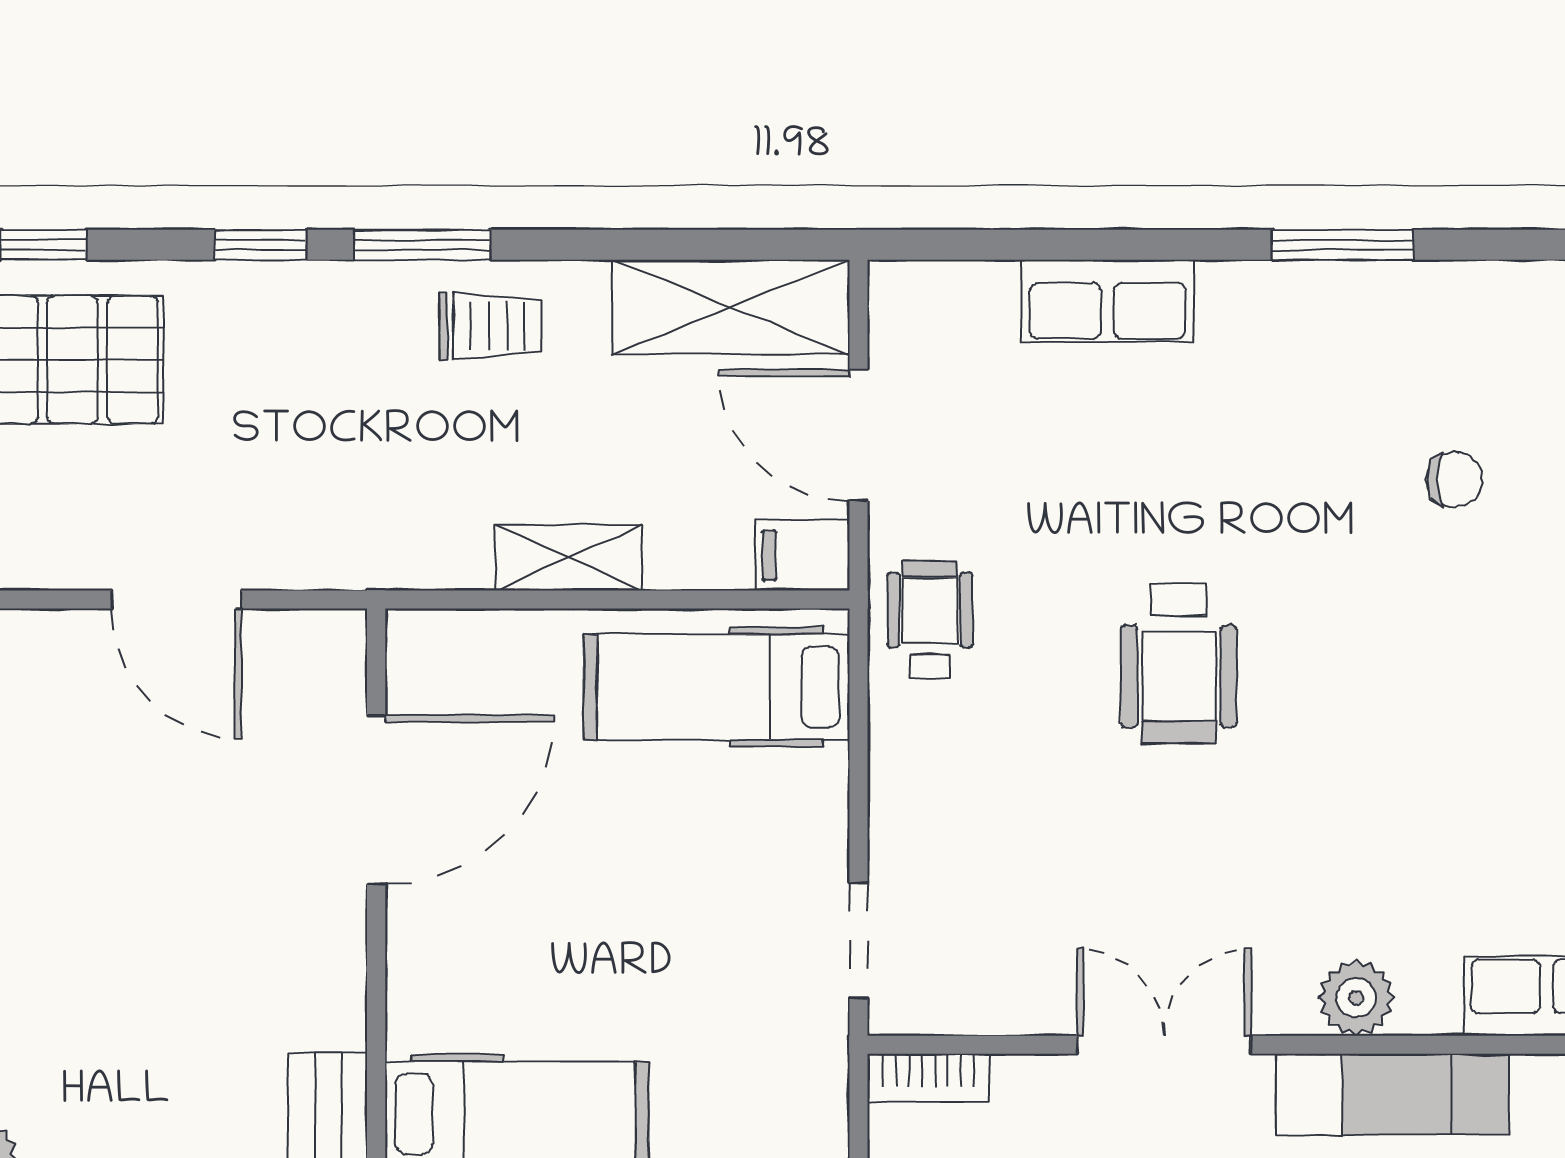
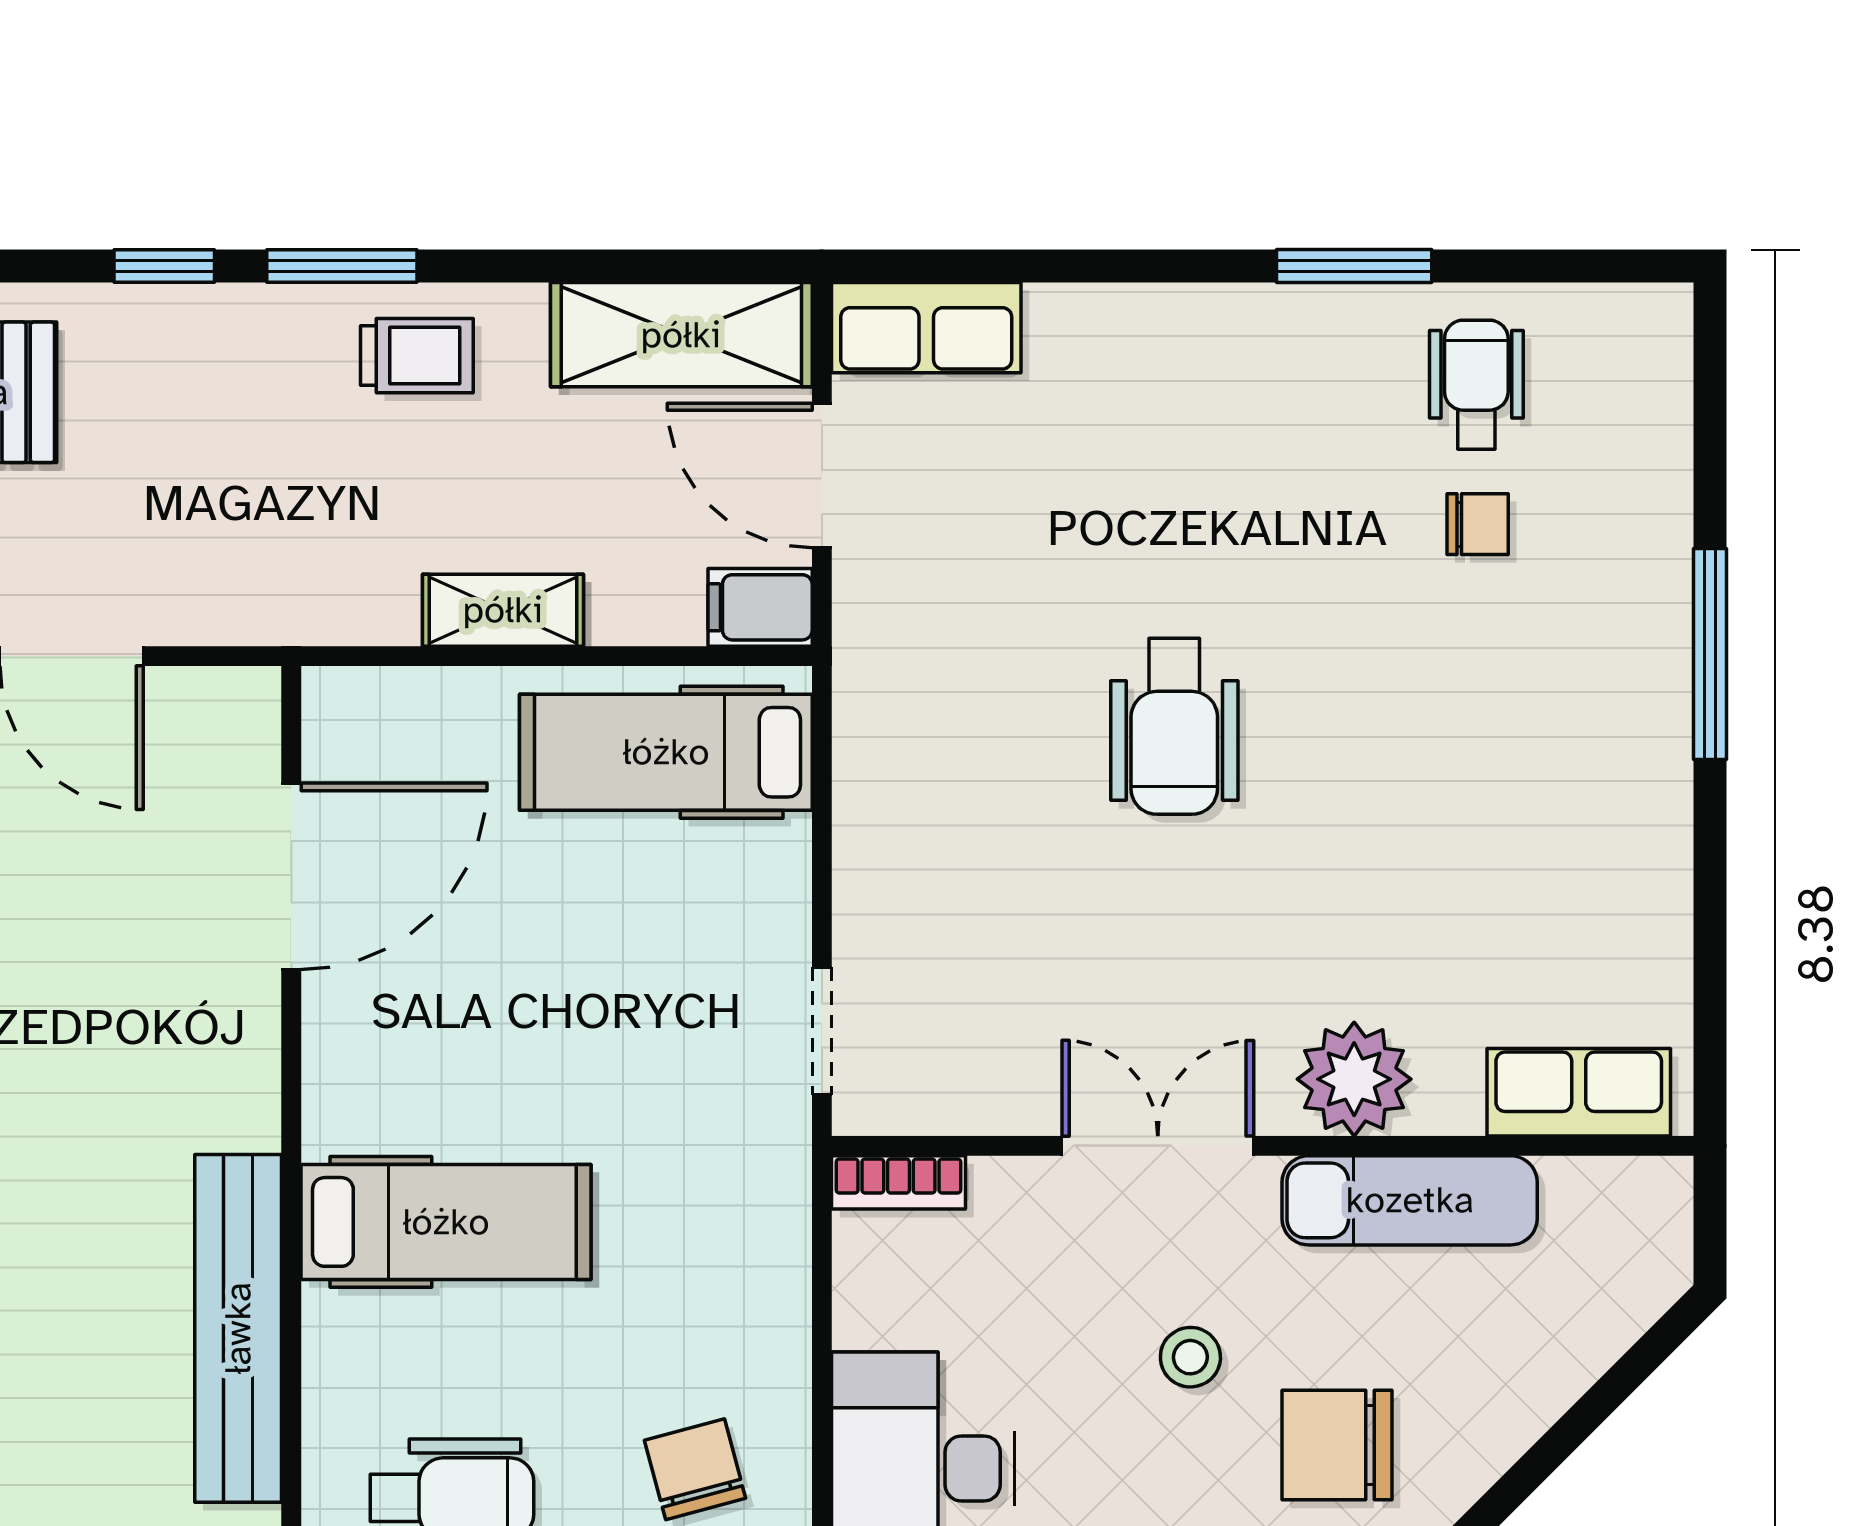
row of seats: (1107, 301) -> (926, 328), moved
wheelchair: (930, 619) -> (1476, 385), moved
plant: (1356, 998) -> (1354, 1079), width x1.36, depth x1.36

